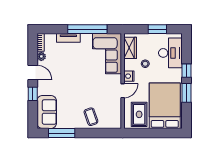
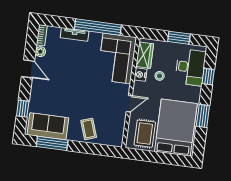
window: (187, 71) -> (208, 77), moved
nightstand: (129, 76) -> (140, 75), moved
window: (33, 94) -> (23, 109), moved
sofa: (47, 112) -> (48, 126), moved, turned -90

